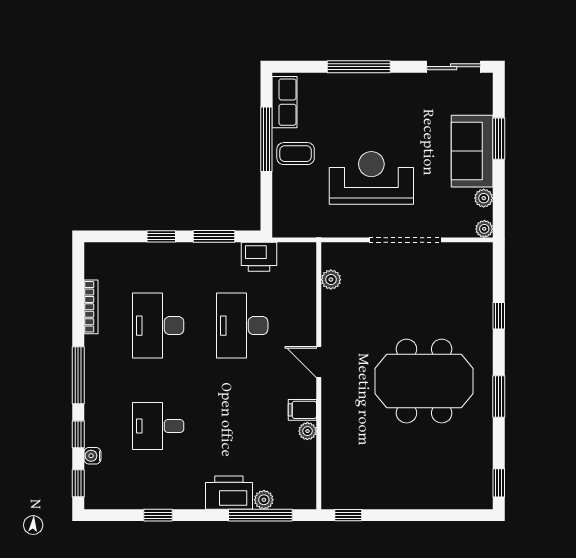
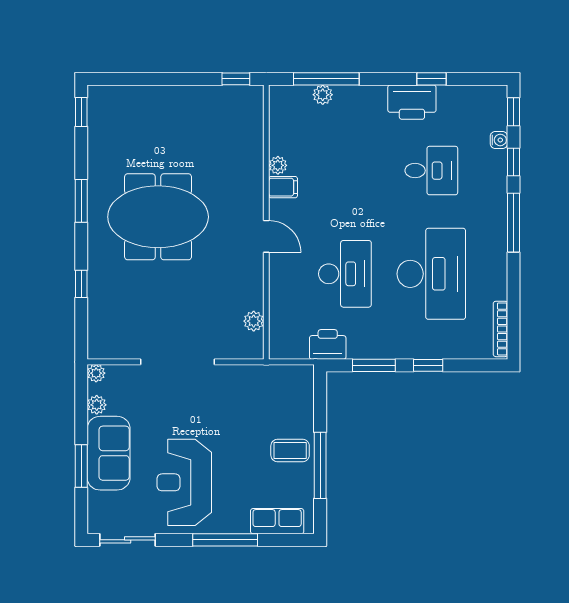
row of seats: (285, 102) -> (277, 521), moved, turned 90
reception desk: (371, 178) -> (184, 482), moved, turned 90
bookcase: (91, 307) -> (500, 329), moved
desk: (158, 326) -> (431, 274), width x1.36, depth x1.30
printer: (229, 493) -> (412, 102), moved

